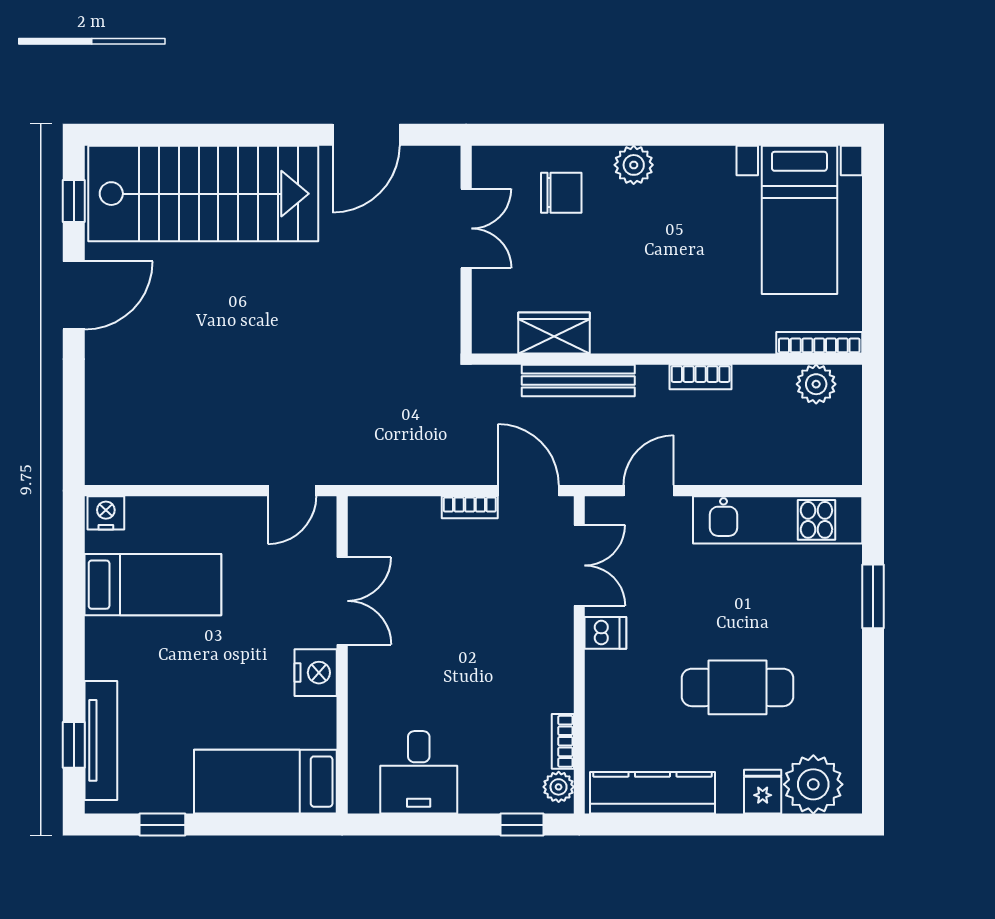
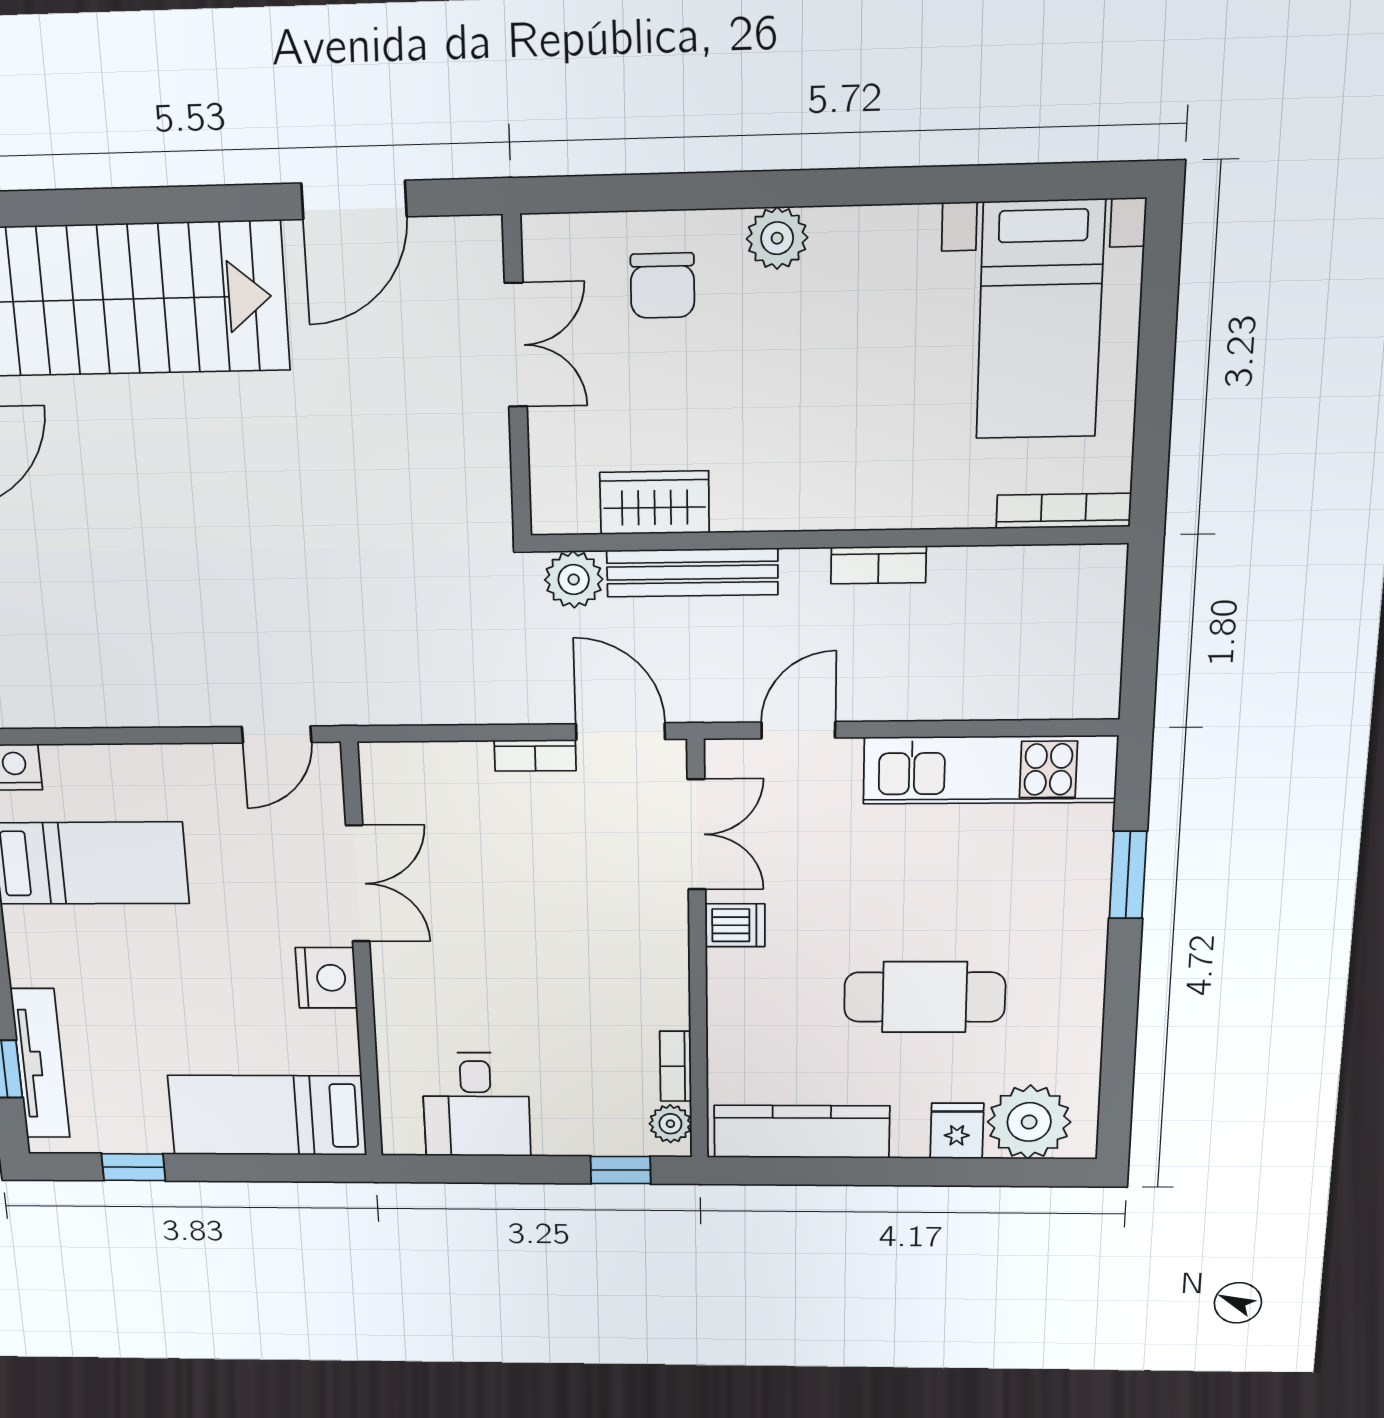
chair: (561, 193) -> (663, 286), turned 90
plant: (816, 384) -> (574, 579), moved

